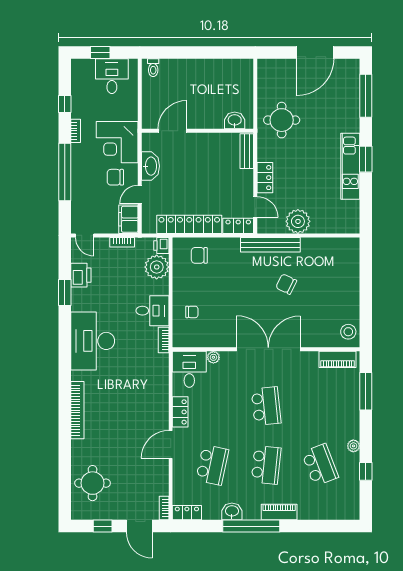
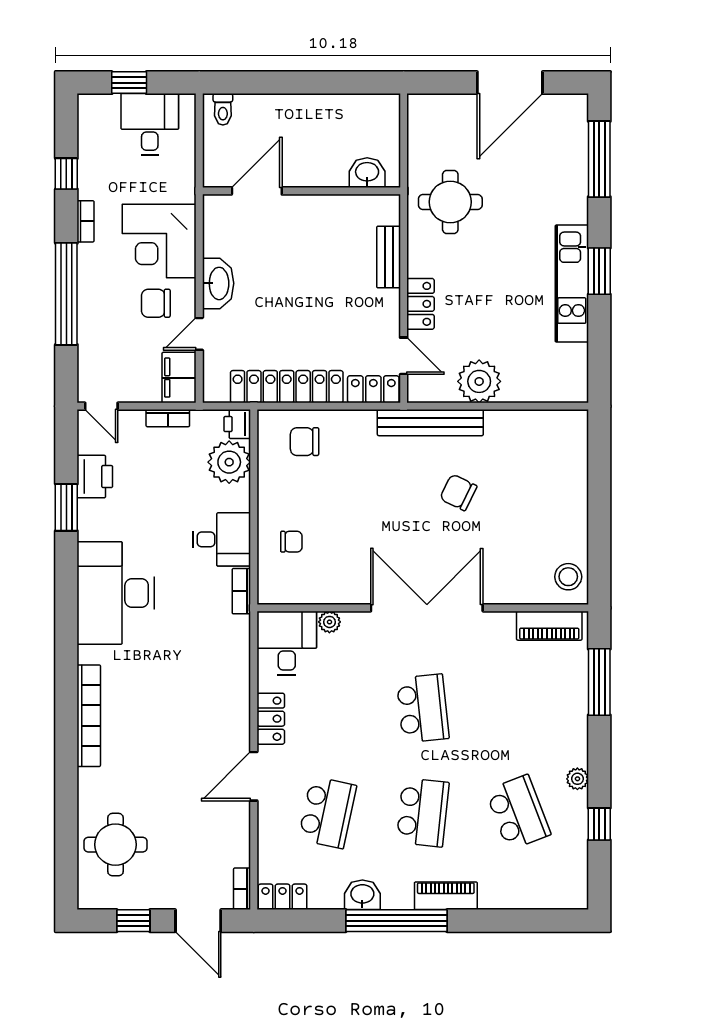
washbasin: (235, 120) -> (367, 173), moved
door: (172, 131) -> (257, 191), moved
wall: (198, 131) -> (301, 191), moved

